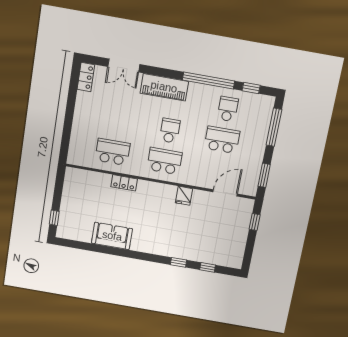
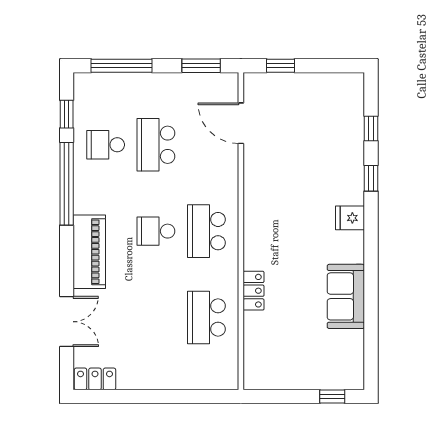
fridge: (184, 196) -> (350, 218), moved, turned 180

